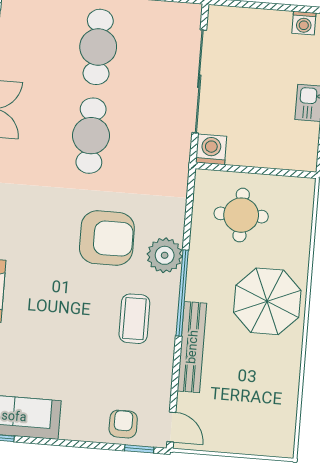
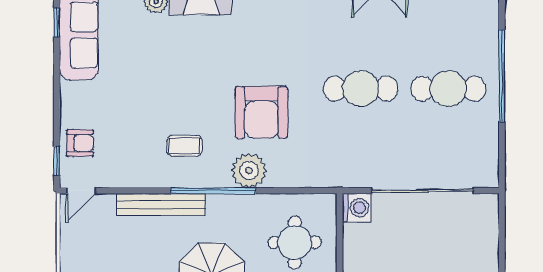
coffee table: (134, 319) -> (184, 146), width x0.73, depth x0.77

